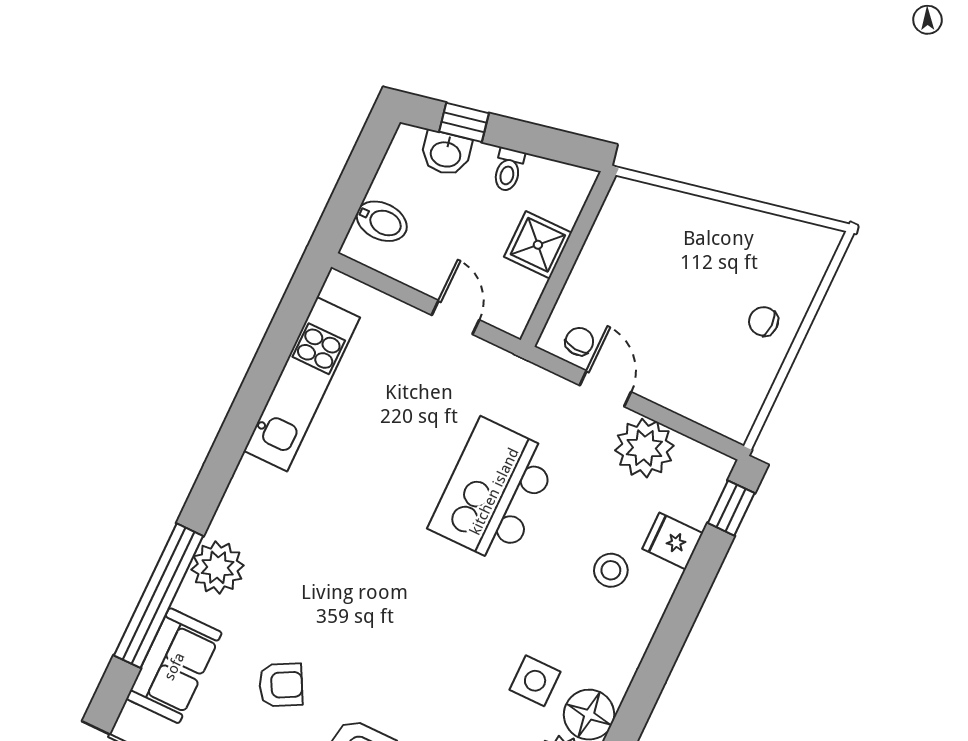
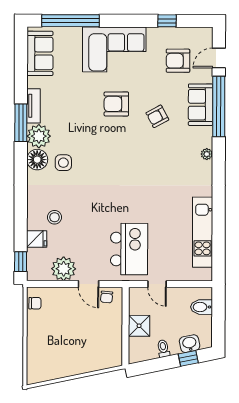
chair: (764, 321) -> (35, 303), moved
kitchen island: (494, 491) -> (129, 249), moved
plant: (218, 567) -> (207, 154), width x0.53, depth x0.53
window: (159, 596) -> (219, 106), moved

